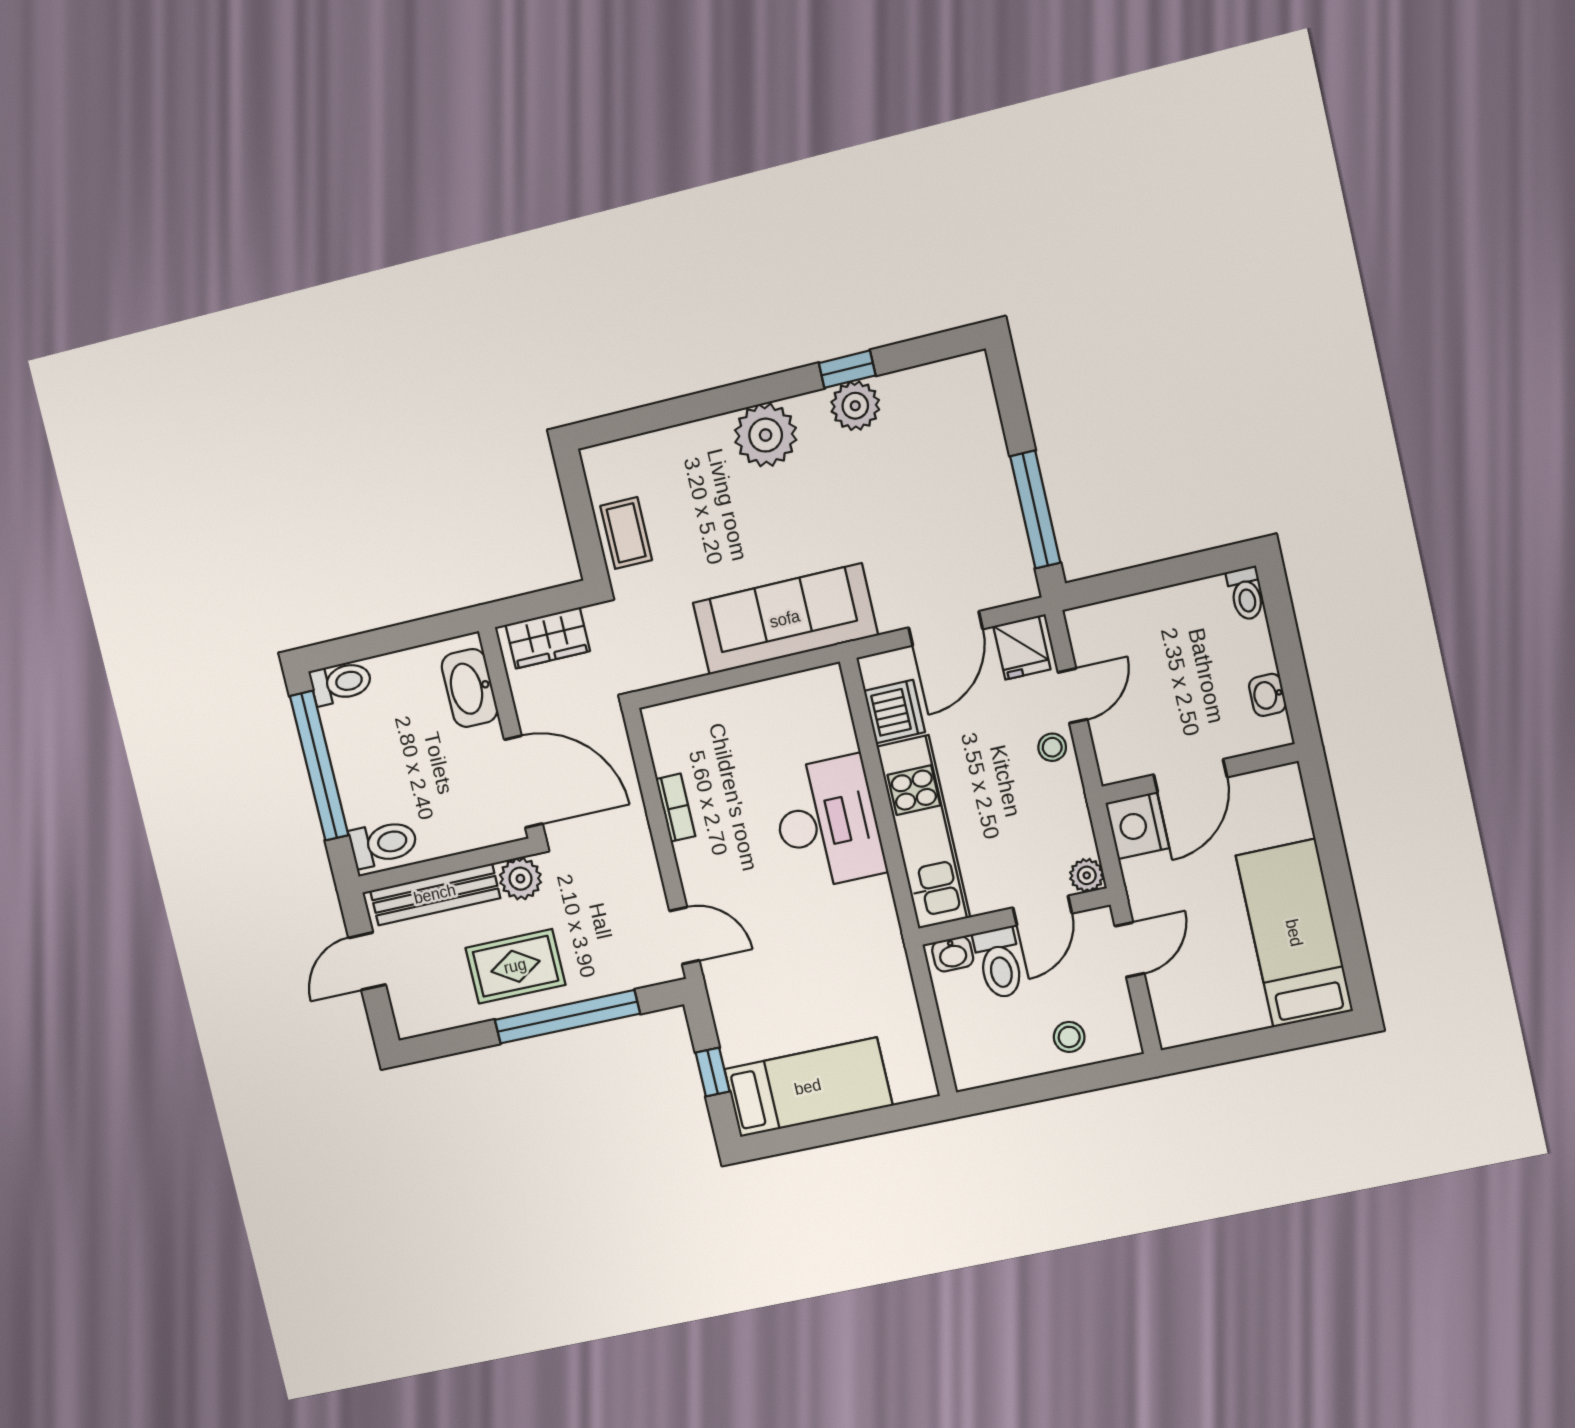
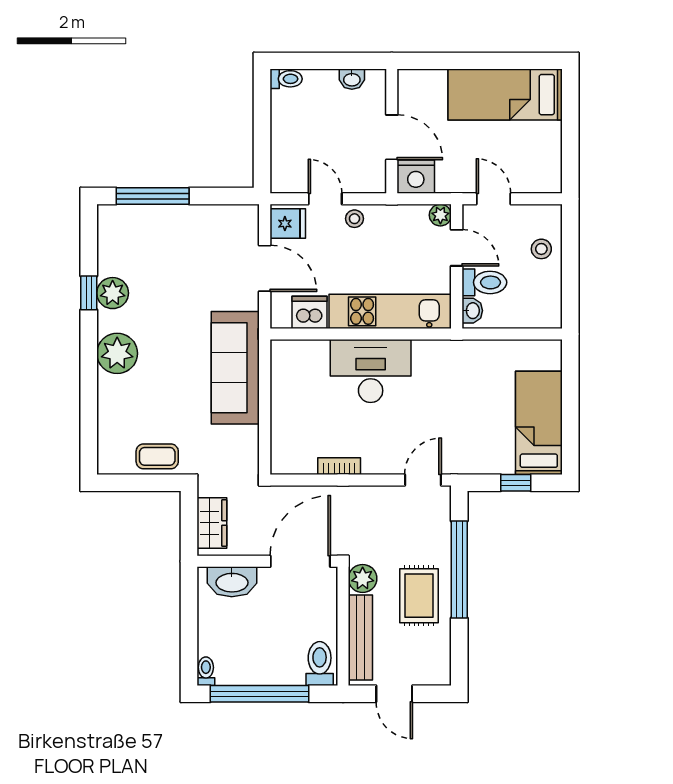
window: (1035, 510) -> (153, 196), moved
toilet: (341, 683) -> (206, 671), width x0.73, depth x0.72

